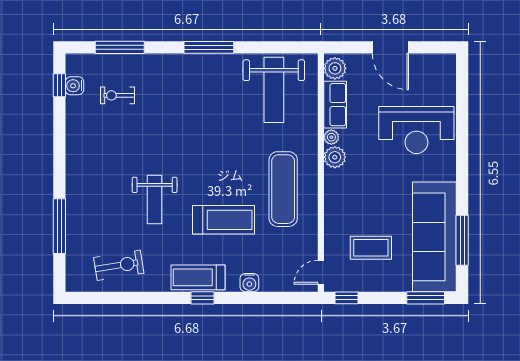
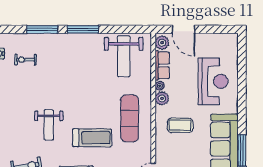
window: (120, 47) -> (42, 29), moved
door: (390, 47) -> (184, 29), moved
reception desk: (416, 130) -> (213, 81), turned -90
coffee table: (371, 248) -> (180, 125), moved

